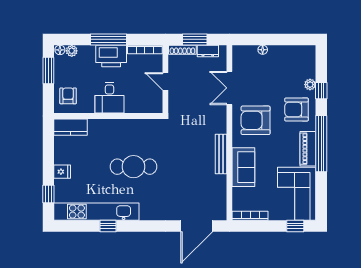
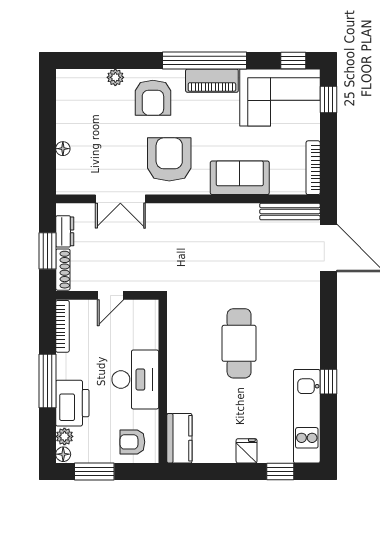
printer: (111, 56) -> (72, 403), moved
window: (321, 91) -> (293, 61), moved
desk: (109, 98) -> (135, 379), width x1.37
armchair: (256, 120) -> (169, 159), turned 180
bench: (221, 154) -> (290, 212), moved
kitchen unit: (96, 212) -> (307, 416), width x0.73

